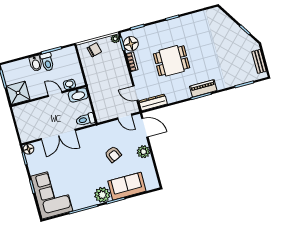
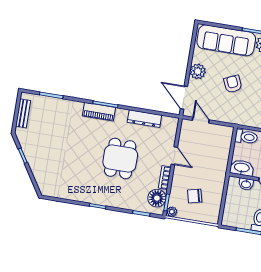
chair: (94, 50) -> (195, 196), moved
dining table: (172, 61) -> (120, 158), turned 90
door: (136, 93) -> (174, 156), moved
dresser: (153, 102) -> (144, 119), moved
sofa: (127, 186) -> (226, 40), width x1.36

